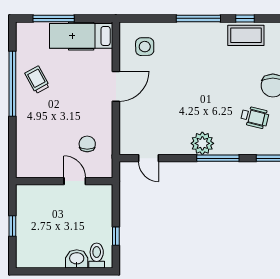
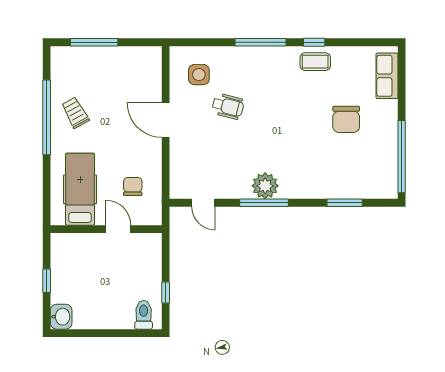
coffee table: (246, 35) -> (315, 62), width x0.73, depth x0.77
hospital bed: (81, 36) -> (80, 189), moved, turned 90
door: (116, 86) -> (166, 120), swing flipped
wheelchair: (255, 117) -> (228, 106), moved
window: (218, 158) -> (264, 203), moved
washbasin: (77, 259) -> (61, 317), moved, turned 90

